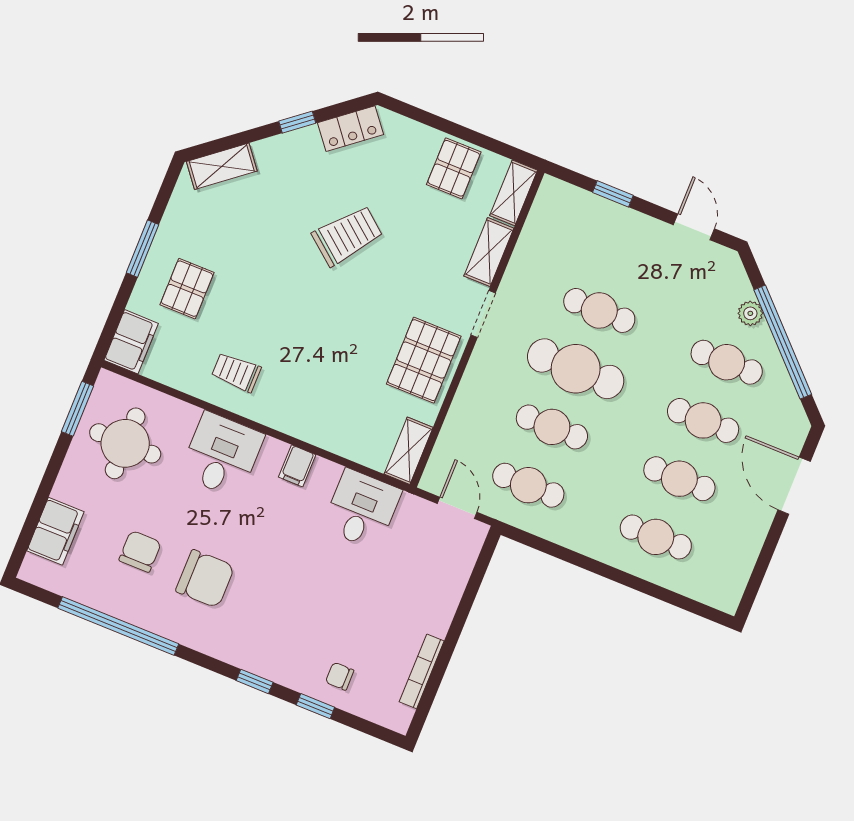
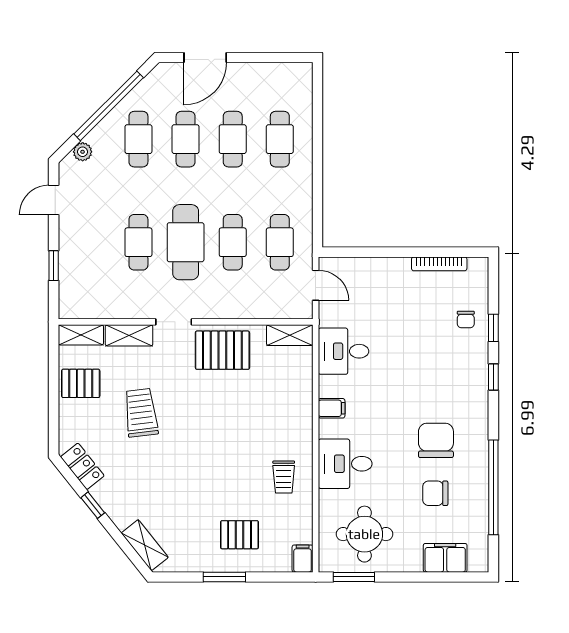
trolley: (347, 236) -> (141, 413), moved, turned 44
plant: (750, 313) -> (83, 152), moved
filing cabinet: (131, 342) -> (303, 559), width x0.50
door: (457, 508) -> (316, 285), swing flipped

